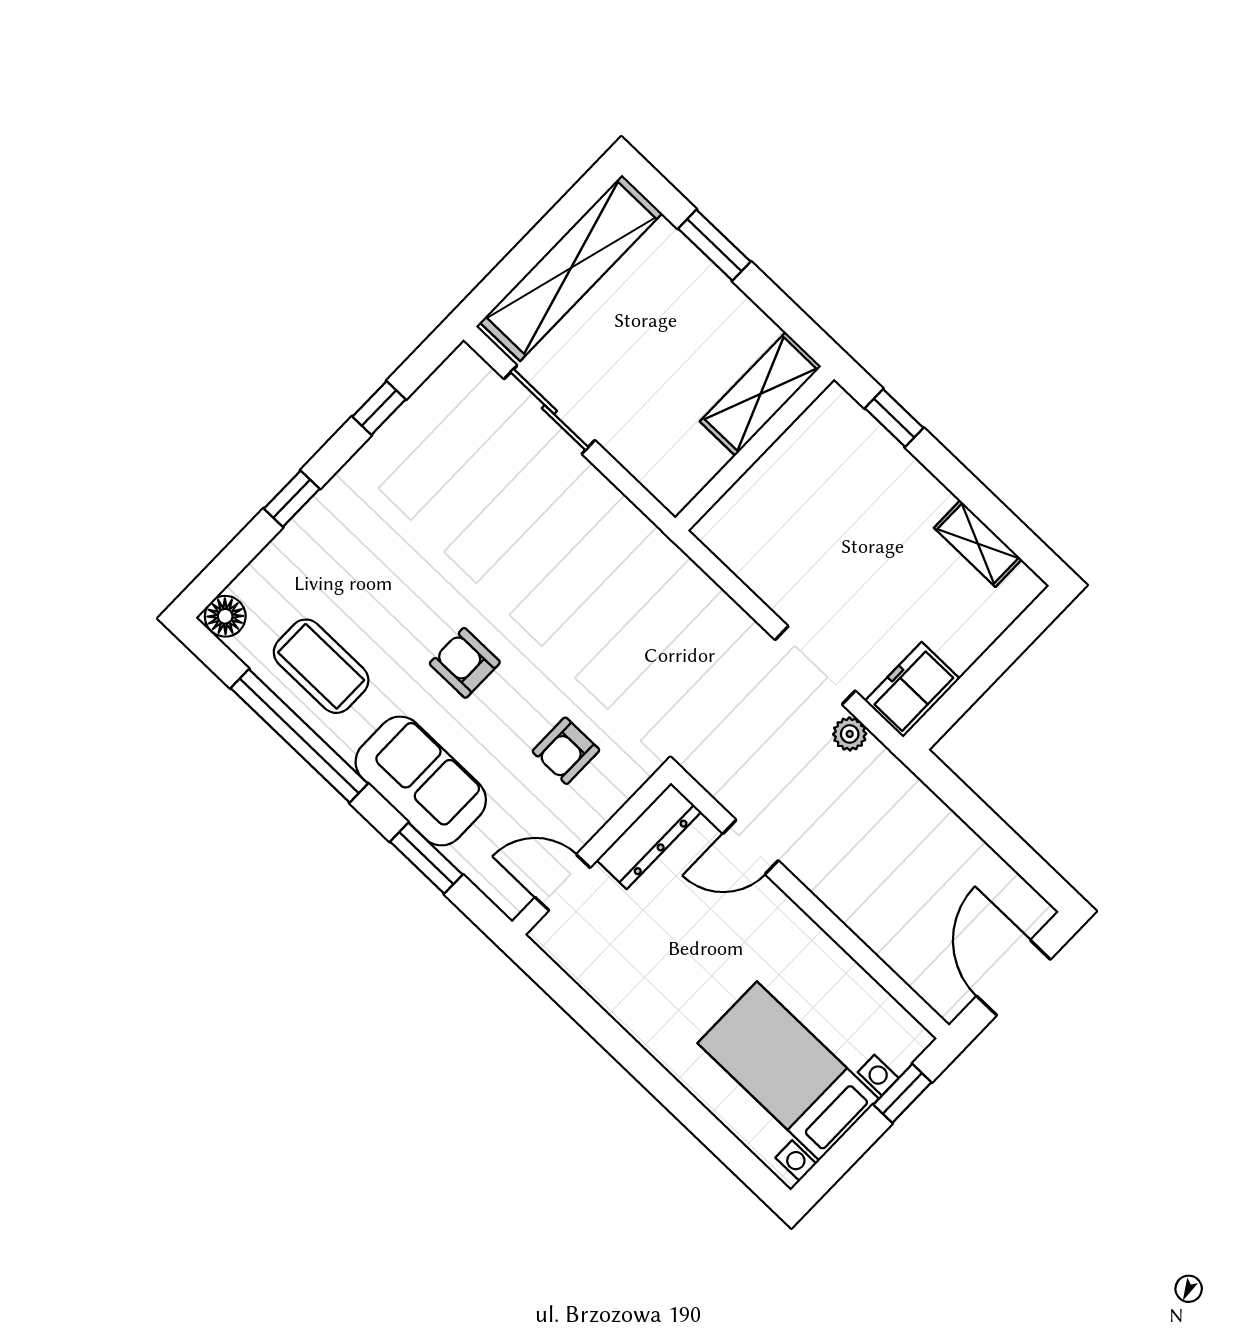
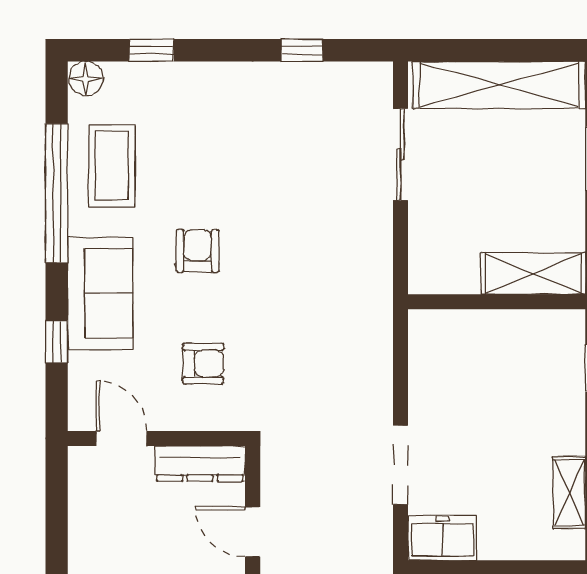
window: (292, 499) -> (152, 50), moved
plant: (850, 734) -> (379, 526), removed
armchair: (566, 751) -> (203, 364), turned 180
window: (426, 858) -> (57, 342), width x0.67

